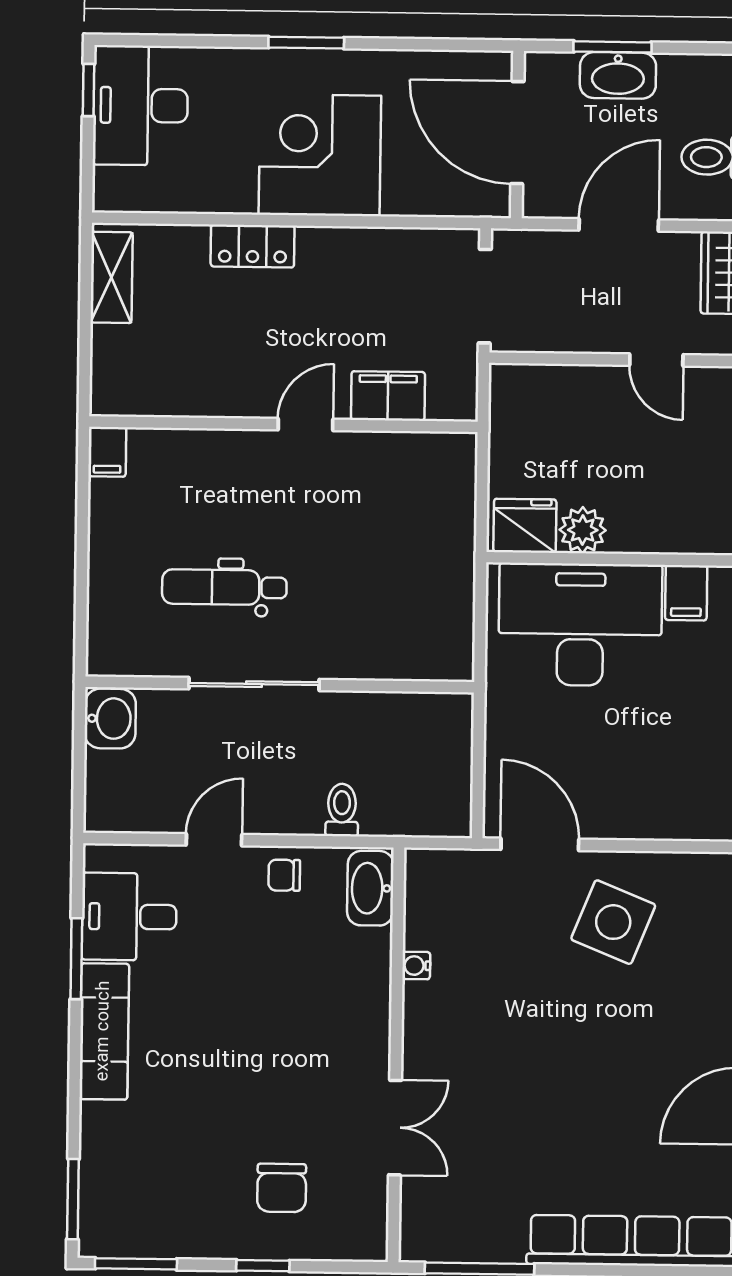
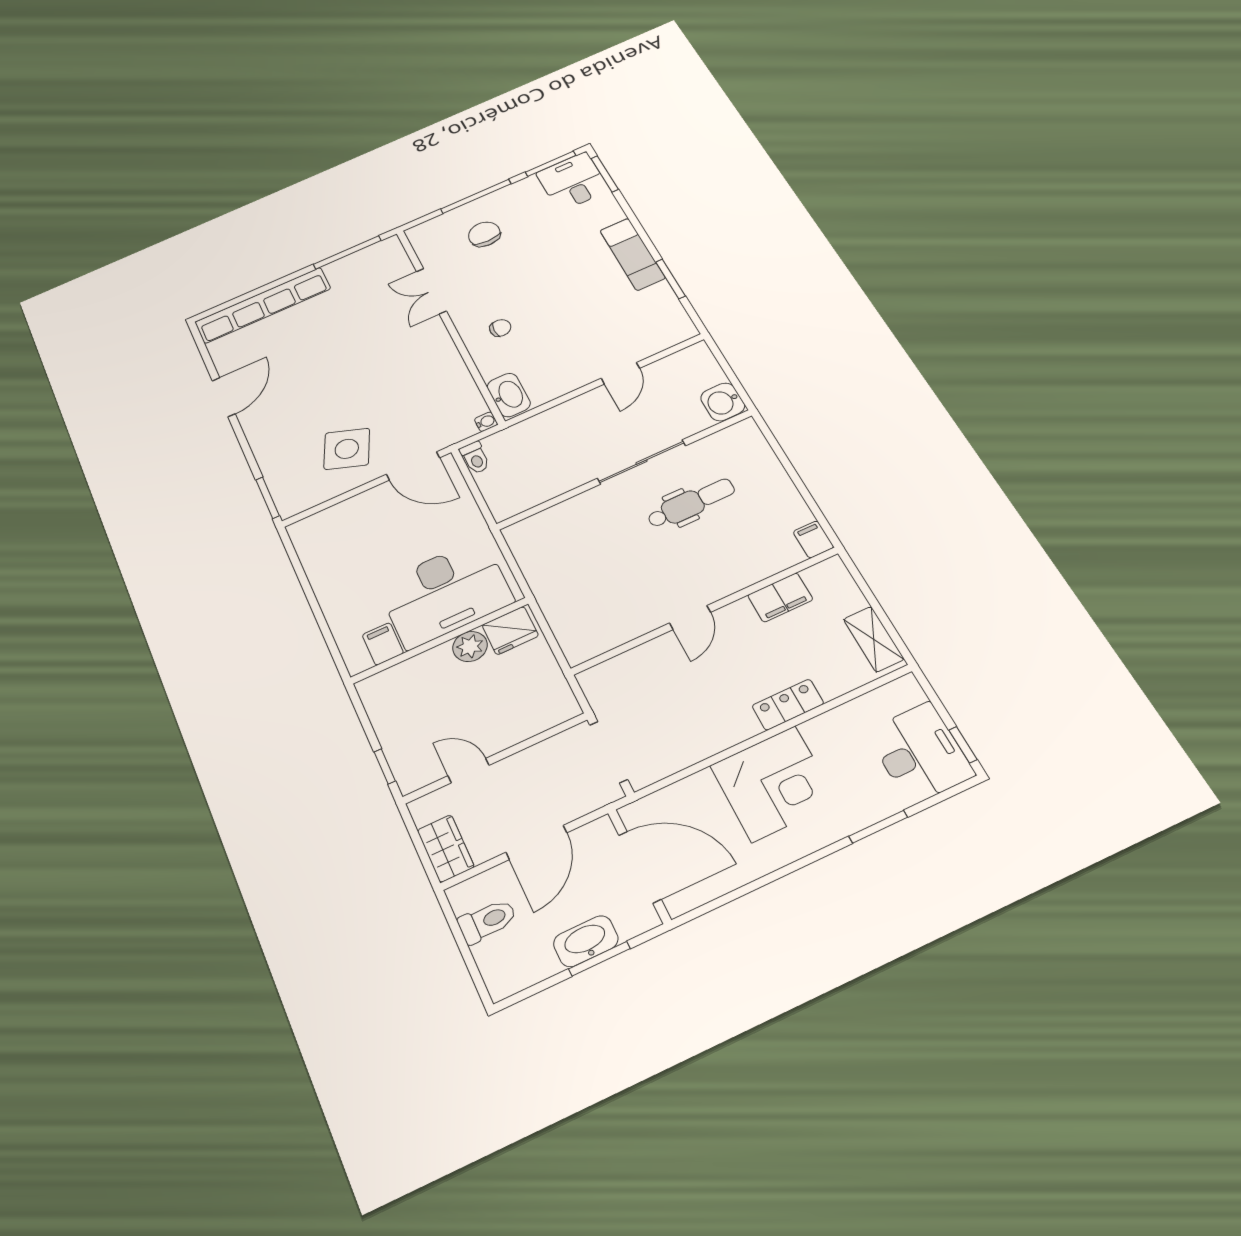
window: (306, 43) -> (878, 827), moved
filing cabinet: (388, 396) -> (780, 597), moved
toilet: (342, 810) -> (475, 458), moved
chair: (284, 875) -> (500, 328), moved
desk: (129, 917) -> (573, 182), moved, turned -90
water cooler: (416, 966) -> (486, 422), moved
window: (263, 1266) -> (476, 196), width x2.17

